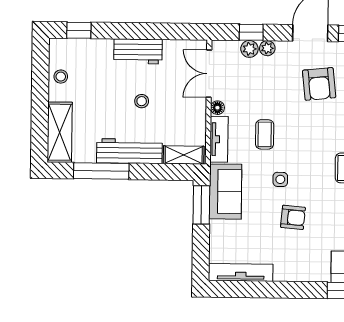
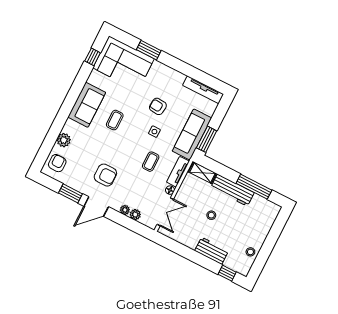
window: (251, 32) -> (130, 224), removed
workbench: (138, 51) -> (212, 251), moved
armchair: (319, 84) -> (105, 175), turned 96
shelving: (60, 132) -> (267, 221), removed
sofa: (225, 192) -> (192, 134), width x1.36

